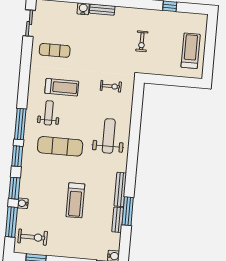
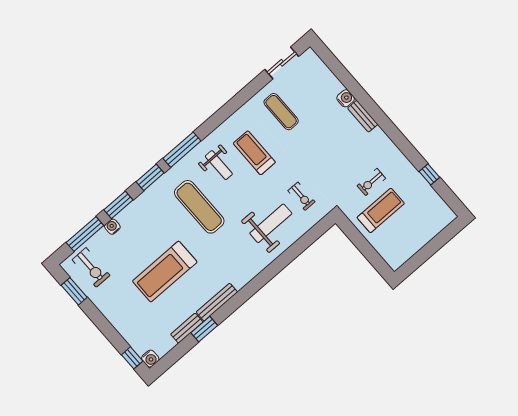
treadmill: (191, 51) -> (381, 210), moved
treadmill: (62, 87) -> (254, 153), turned 180
weight bench: (49, 113) -> (219, 165), turned 90
weight bench: (109, 136) -> (271, 223), moved
treadmill: (75, 200) -> (165, 272), width x1.37, depth x1.38
window: (128, 211) -> (204, 329), width x0.69

